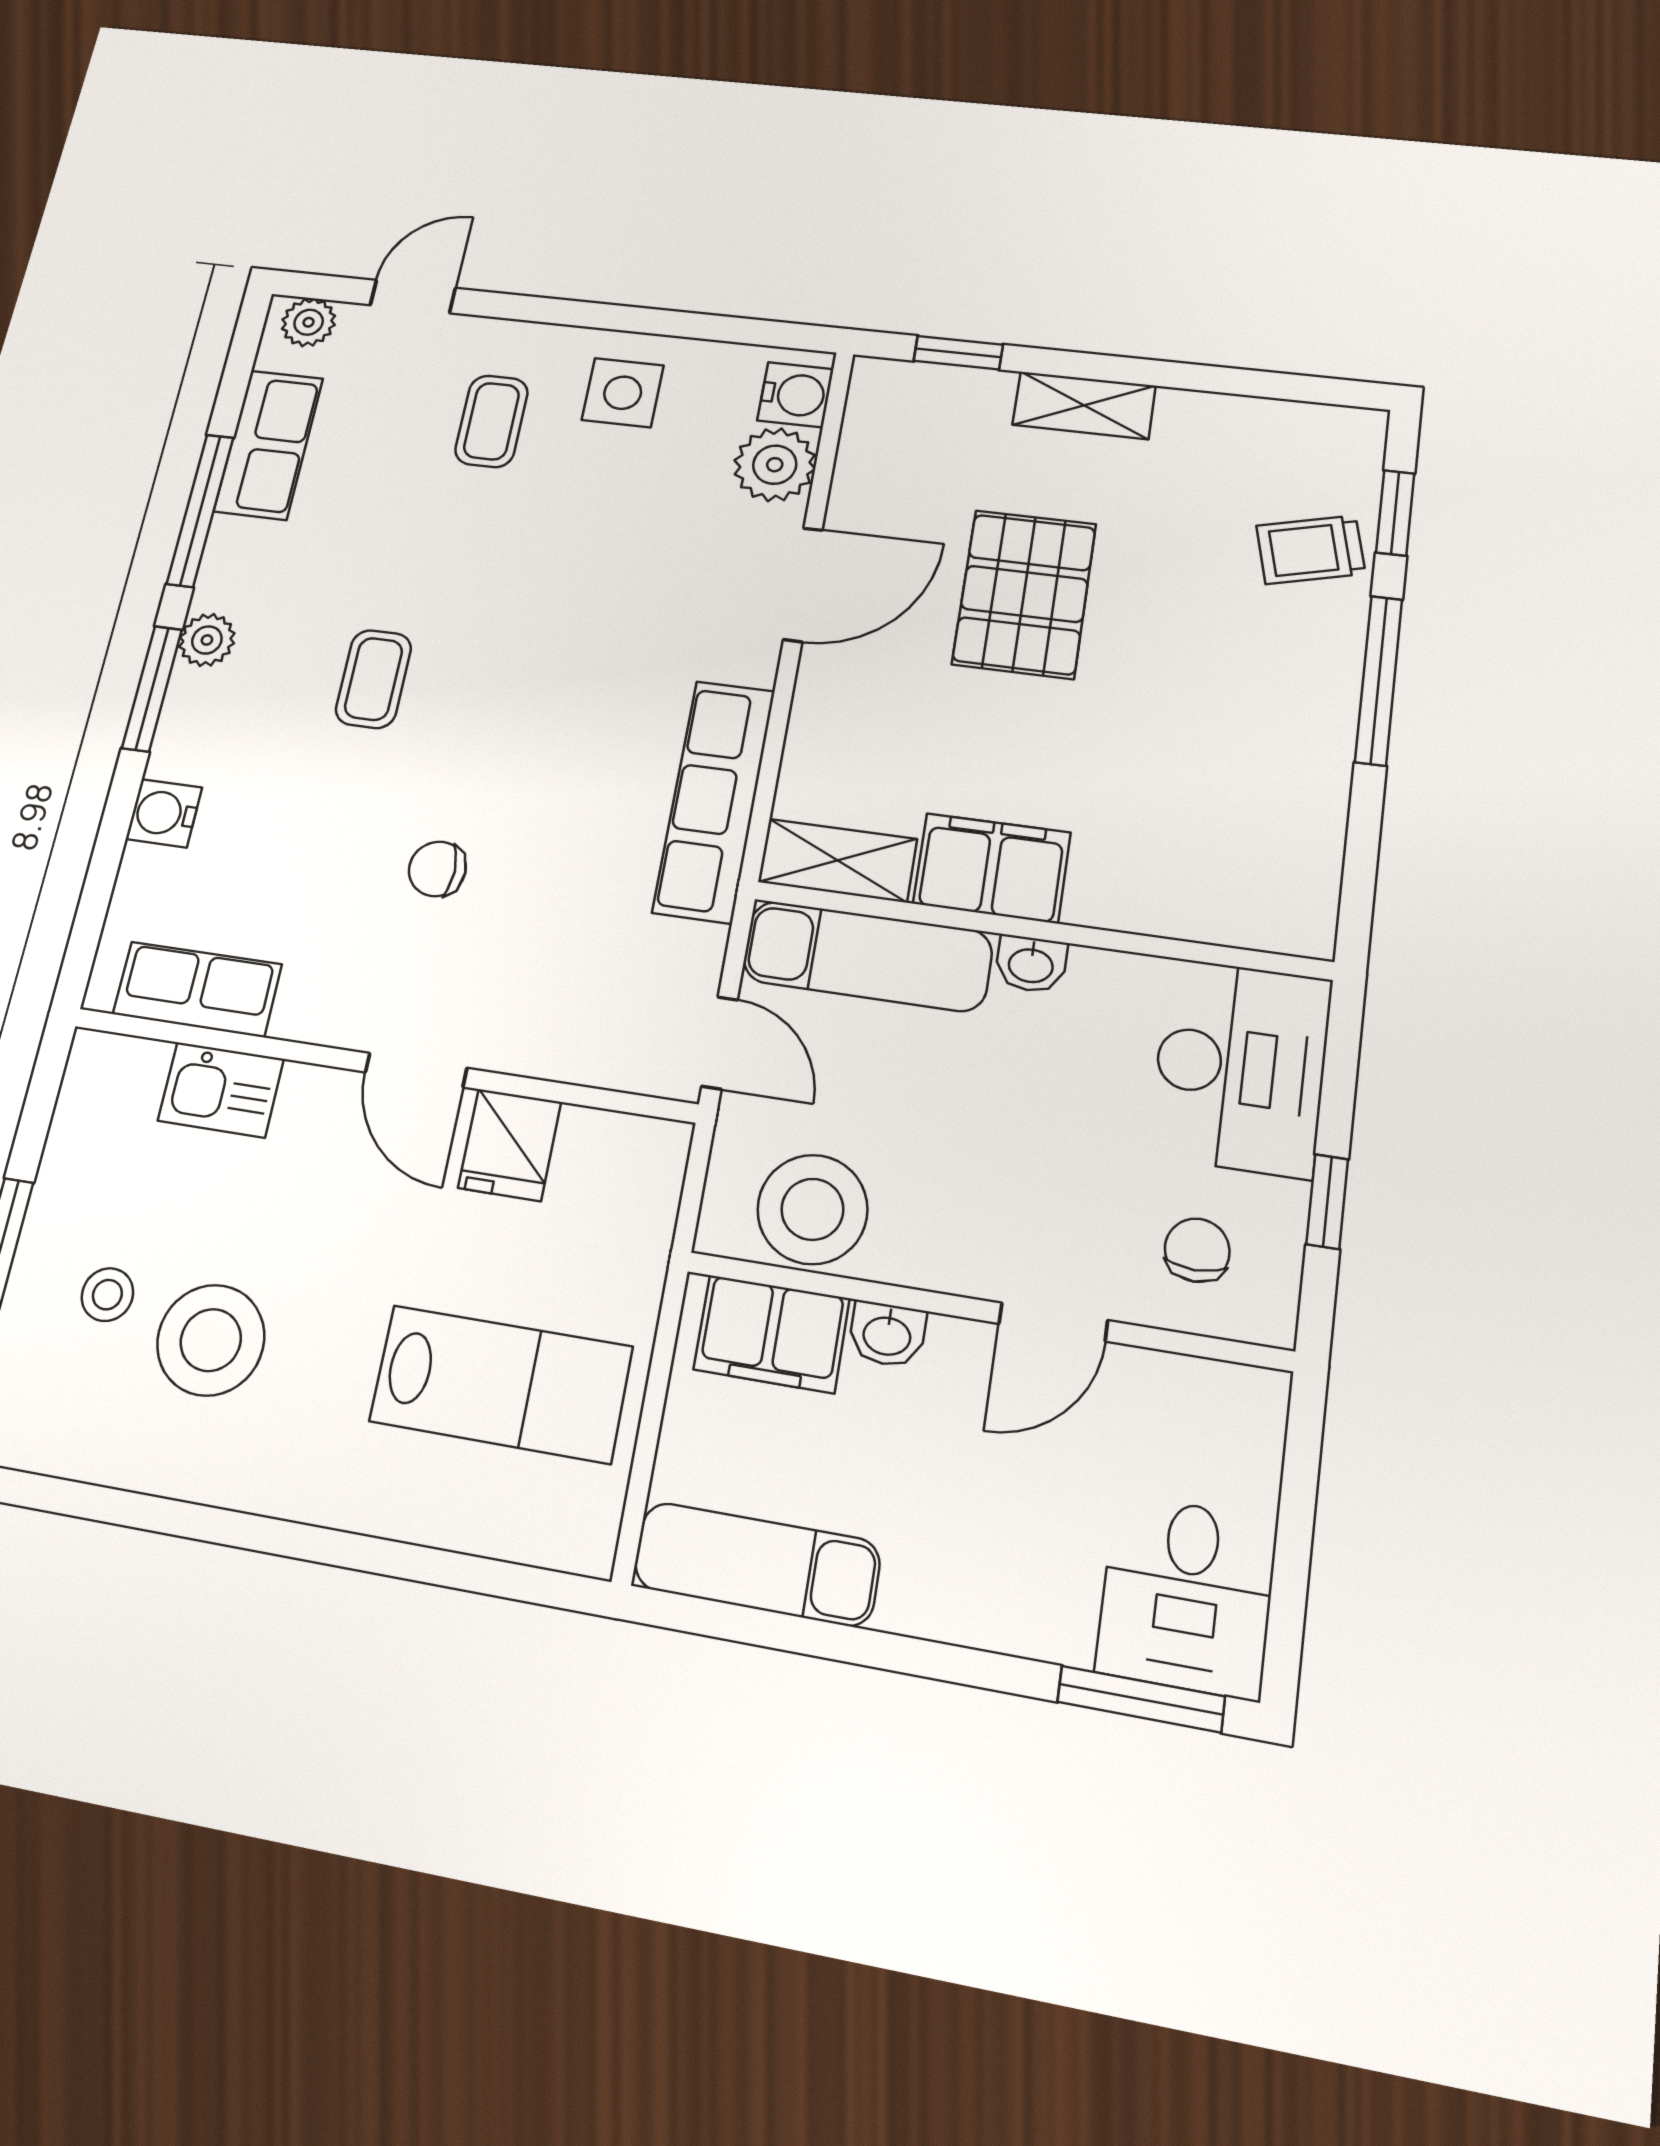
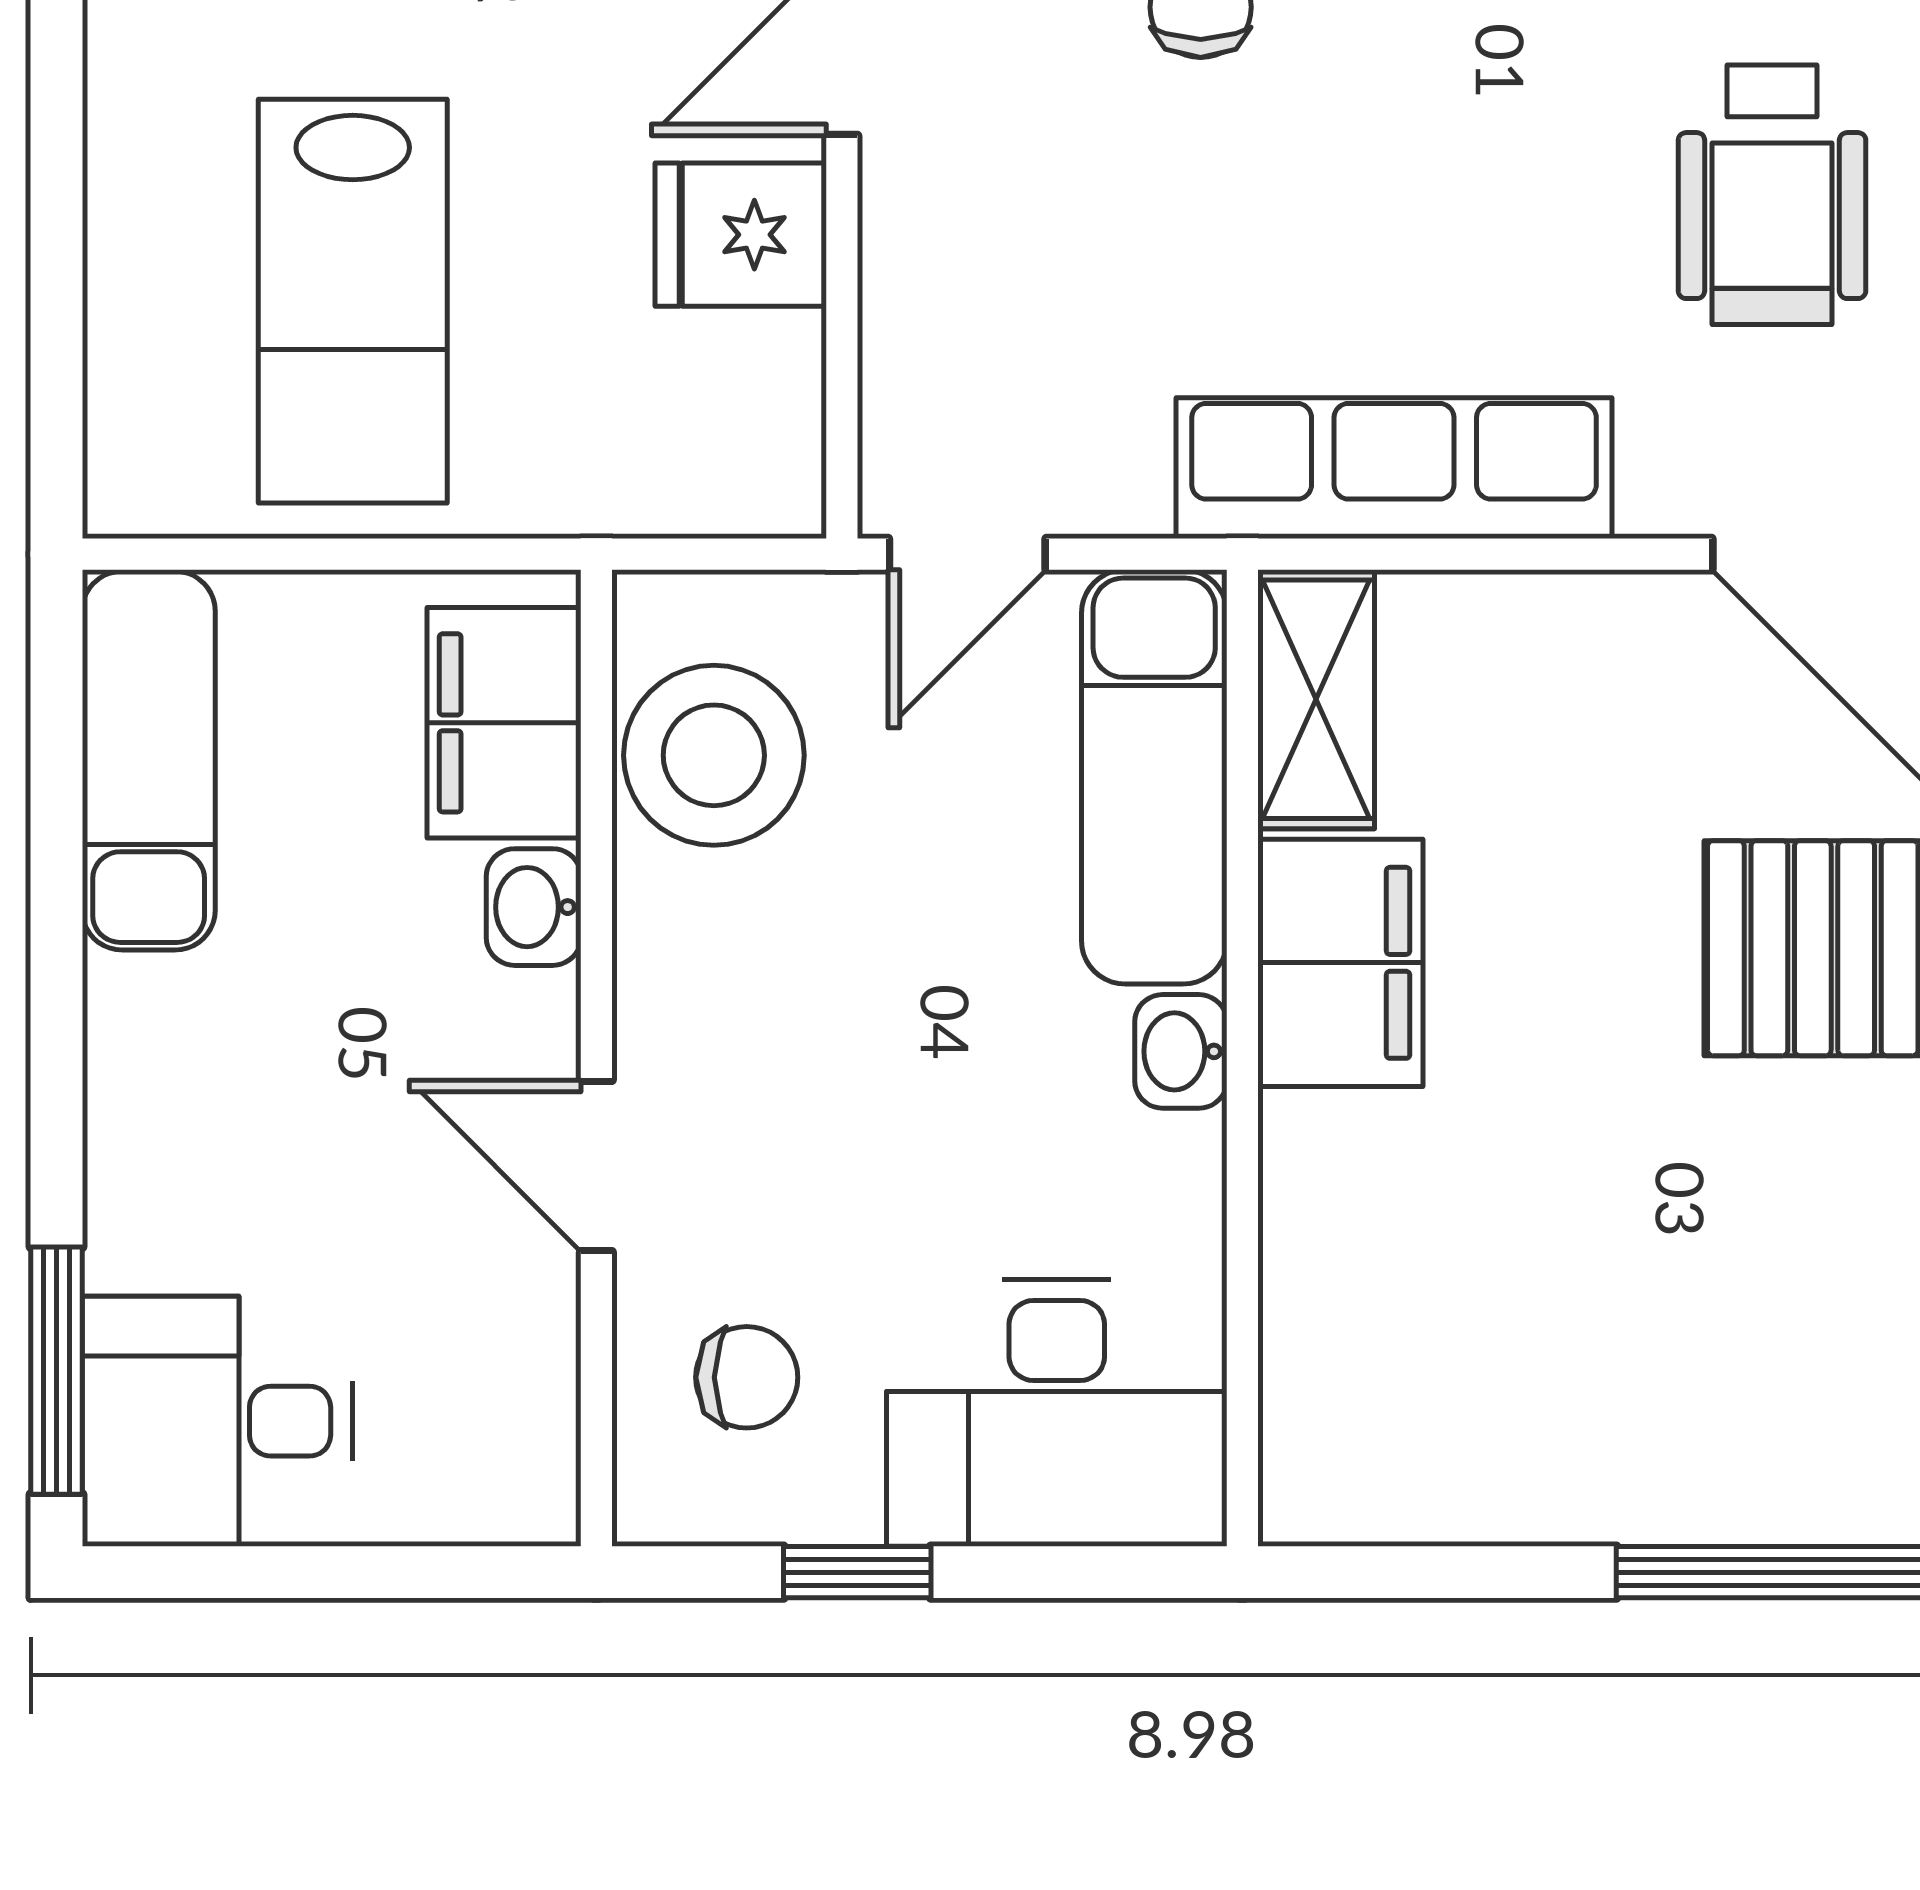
wheelchair: (603, 587) -> (1772, 195), added

